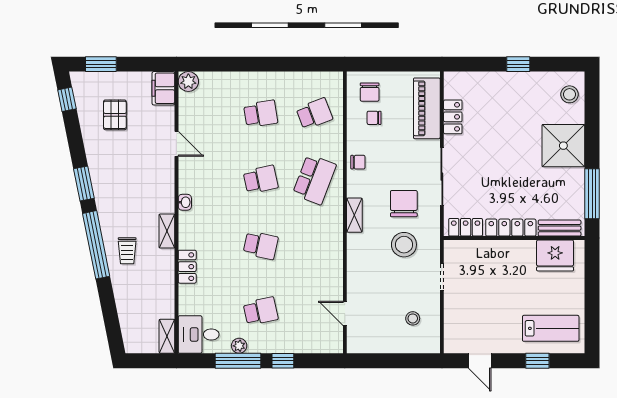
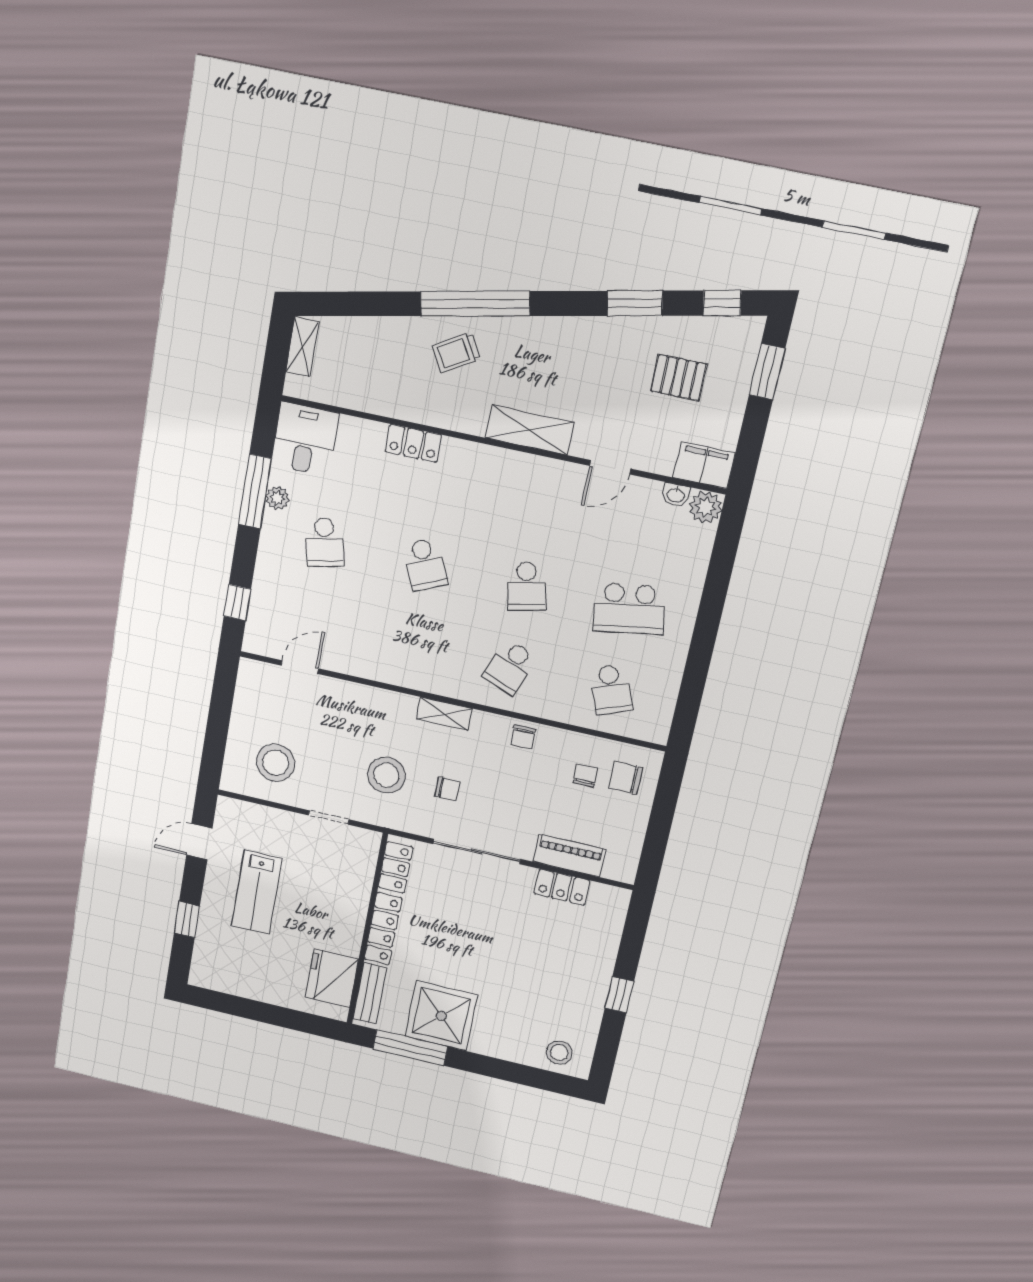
piano: (427, 108) -> (569, 855), width x0.73, depth x0.75
school desk: (261, 114) -> (629, 609), width x1.85
shower: (563, 146) -> (441, 1016), moved
school desk: (314, 179) -> (510, 667), width x0.54
window: (84, 183) -> (635, 303), moved
washbasin: (185, 202) -> (676, 495), moved
chair: (404, 204) -> (447, 789), width x0.54, depth x0.54
shelving: (167, 231) -> (529, 430), moved, width x1.50, depth x1.33
school desk: (261, 245) -> (425, 564), turned -36
trolley: (127, 251) -> (456, 352), turned -30
stool: (413, 318) -> (276, 763), width x1.89, depth x1.89
lab bench: (551, 328) -> (257, 892), moved
shelving: (167, 336) -> (302, 347), moved, turned 90
window: (283, 361) -> (237, 602), moved

